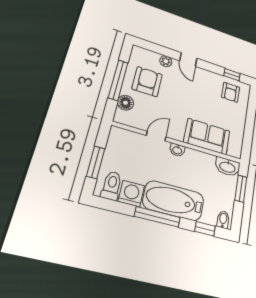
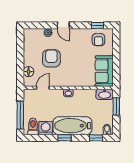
window: (118, 80) -> (20, 58), removed
armchair: (147, 82) -> (51, 58), moved
door: (156, 136) -> (43, 88), moved
sofa: (207, 137) -> (104, 71), moved, turned -90
window: (96, 162) -> (20, 115), width x1.44
window: (157, 217) -> (64, 138), width x0.46

